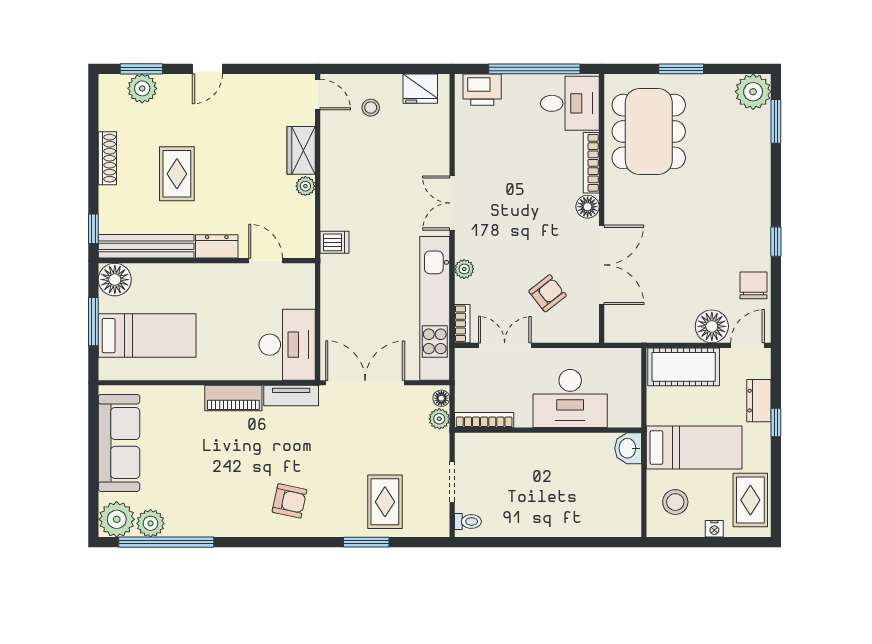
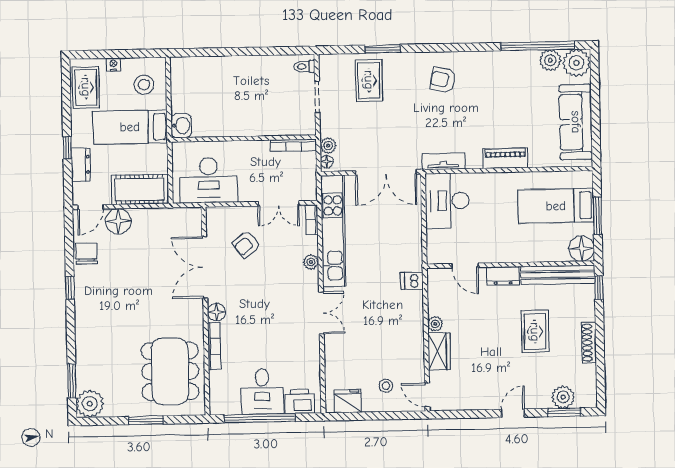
desk: (570, 103) -> (262, 392), moved, turned -90
chair: (753, 285) -> (87, 254), turned 180
piano: (233, 398) -> (505, 158), moved
desk: (570, 398) -> (209, 180), moved, turned 180

